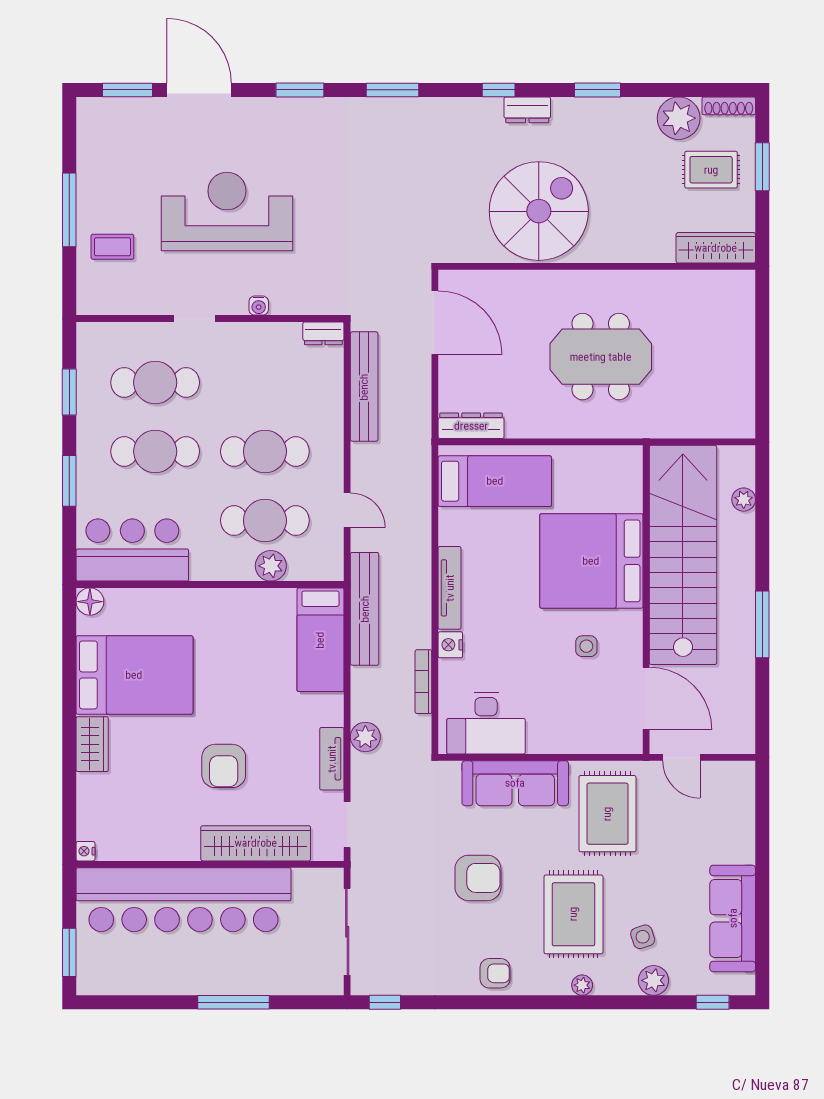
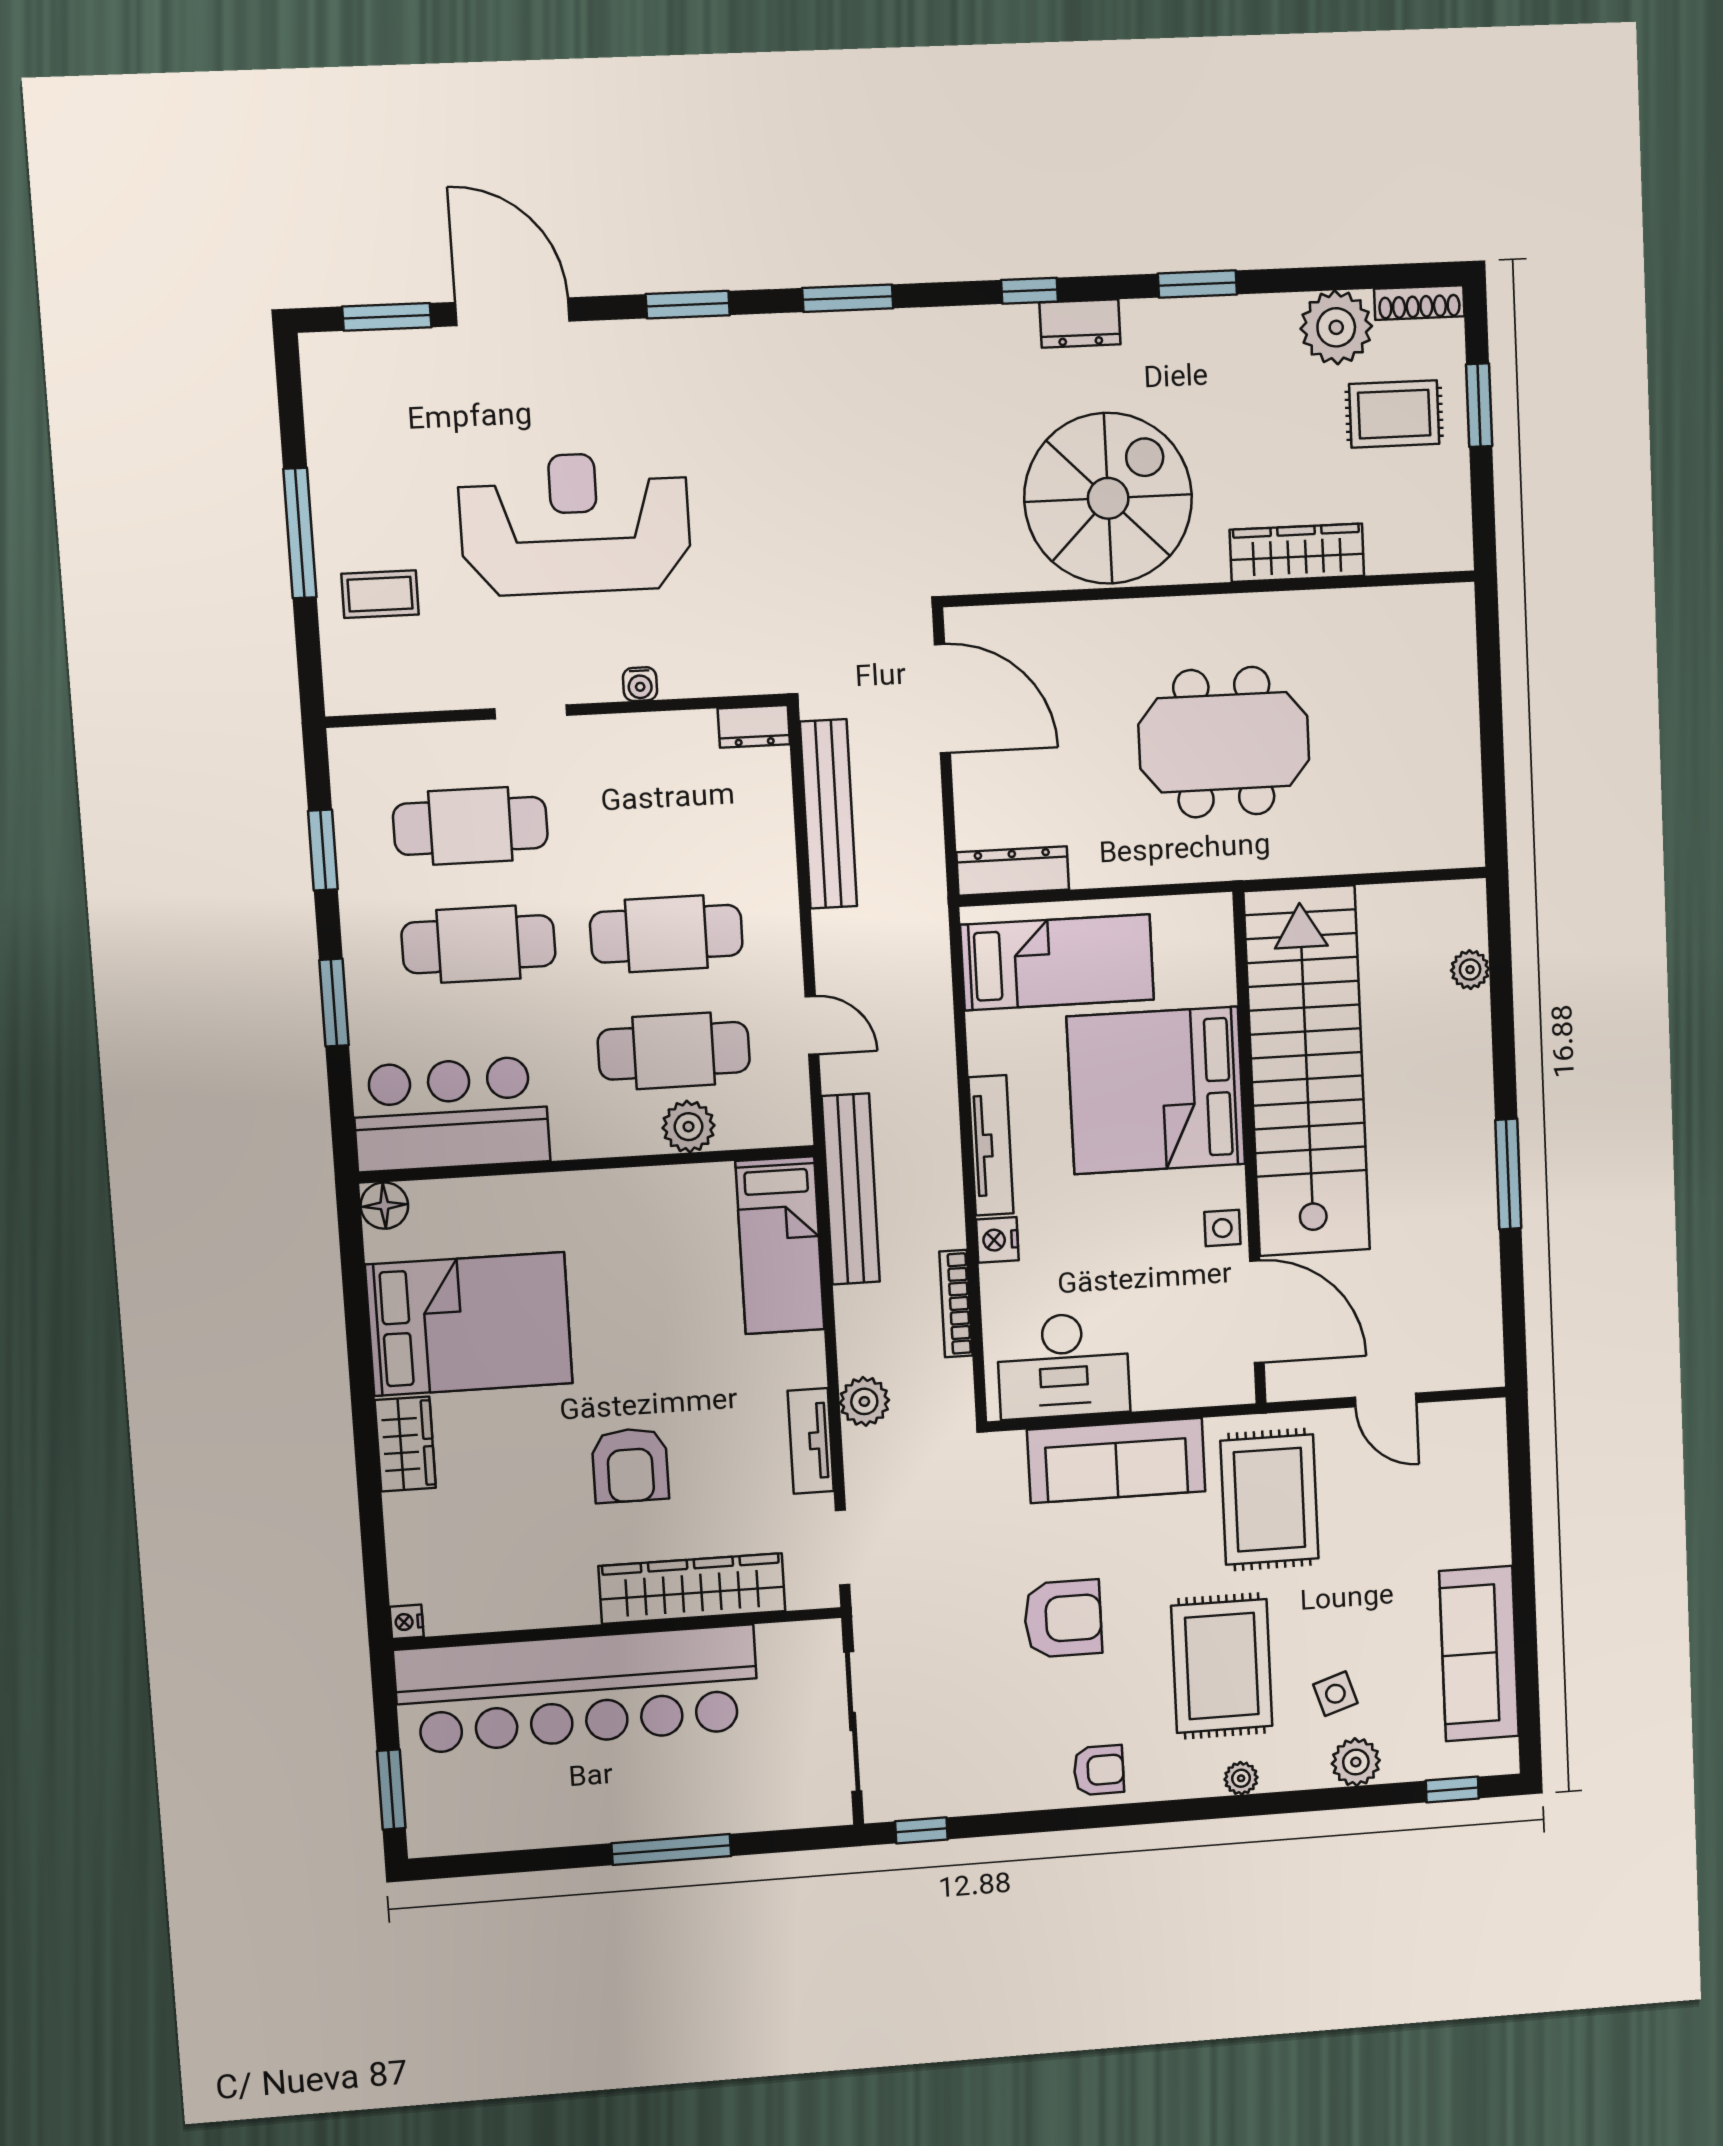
wardrobe: (716, 248) -> (1297, 553), moved
stairs: (683, 555) -> (1307, 1071), moved
bed: (591, 561) -> (1156, 1090), moved
wall: (646, 600) -> (1250, 1149), moved
door: (646, 698) -> (1257, 1312), moved

